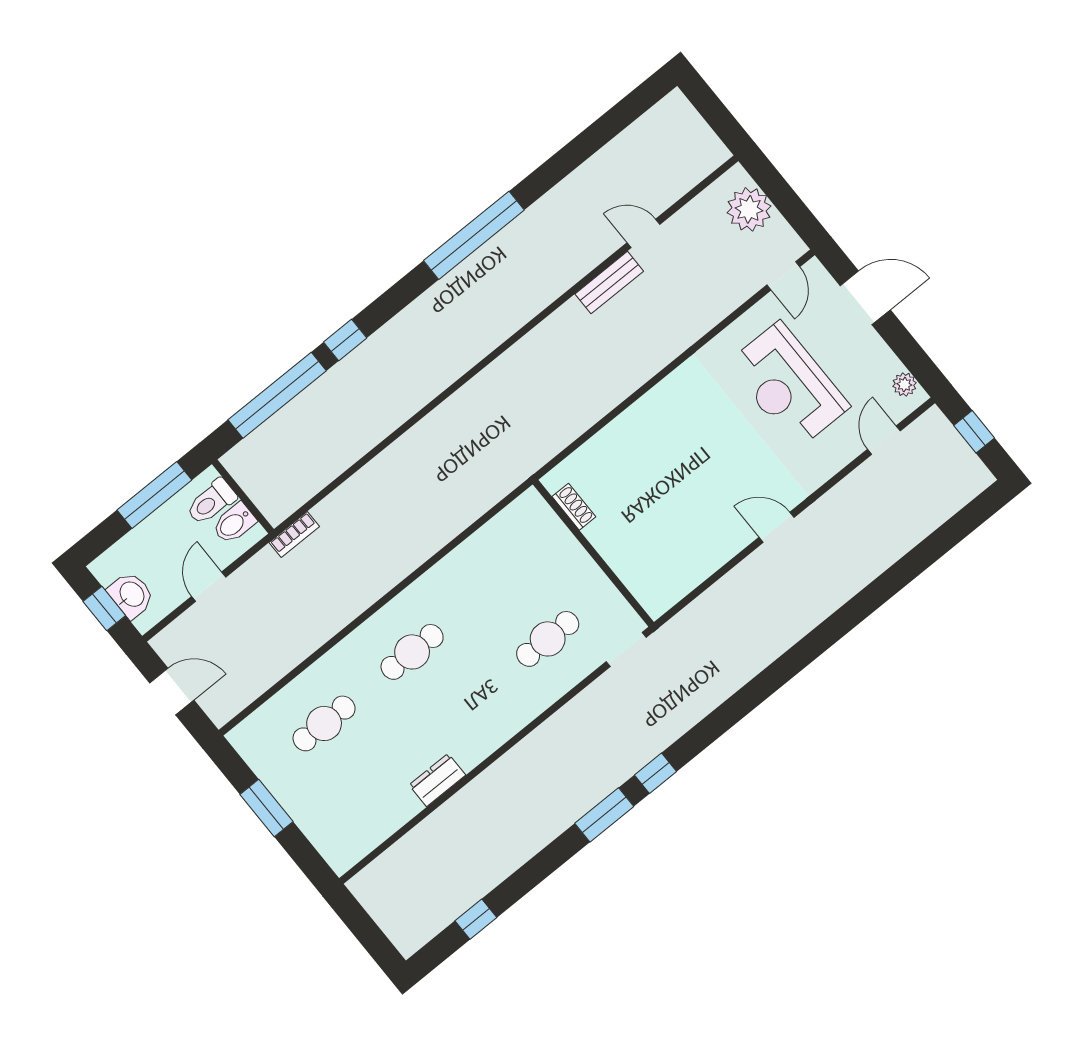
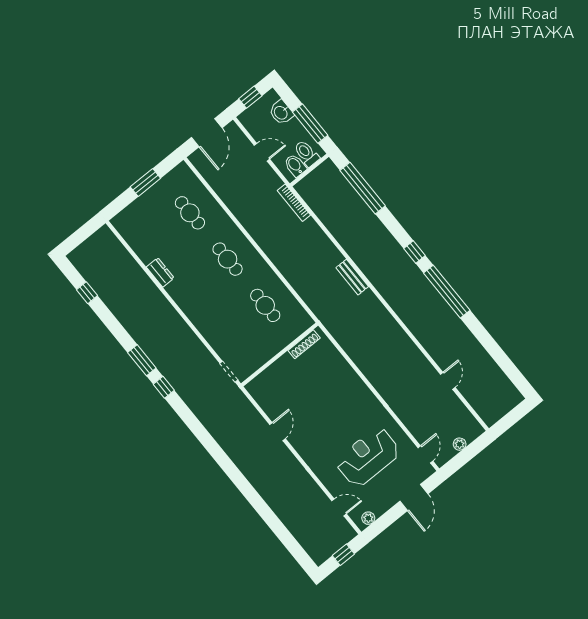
plant: (749, 209) -> (460, 444), width x0.53, depth x0.53
door: (783, 276) -> (425, 454), swing flipped
bench: (609, 283) -> (352, 277), moved
window: (345, 340) -> (415, 252), moved
shoe rack: (574, 507) -> (304, 344), width x1.43
door: (777, 527) -> (277, 432), moved
bookcase: (294, 535) -> (294, 203), width x1.56
washbasin: (131, 595) -> (281, 112), moved, turned 90
cafe table: (548, 639) -> (265, 305), moved
door: (172, 691) -> (207, 133), width x1.38

